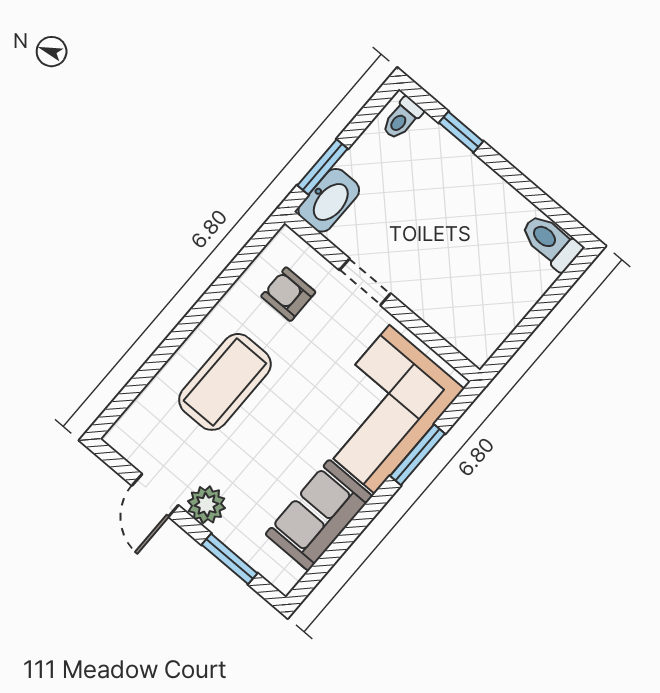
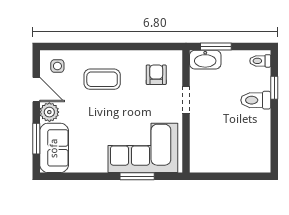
toilet: (551, 242) -> (256, 100), moved, turned -90
coffee table: (225, 382) -> (102, 79), width x0.73, depth x0.76
side table: (147, 433) -> (57, 66), added
door: (155, 495) -> (36, 90), swing flipped
sofa: (319, 515) -> (54, 148), moved, turned 90

